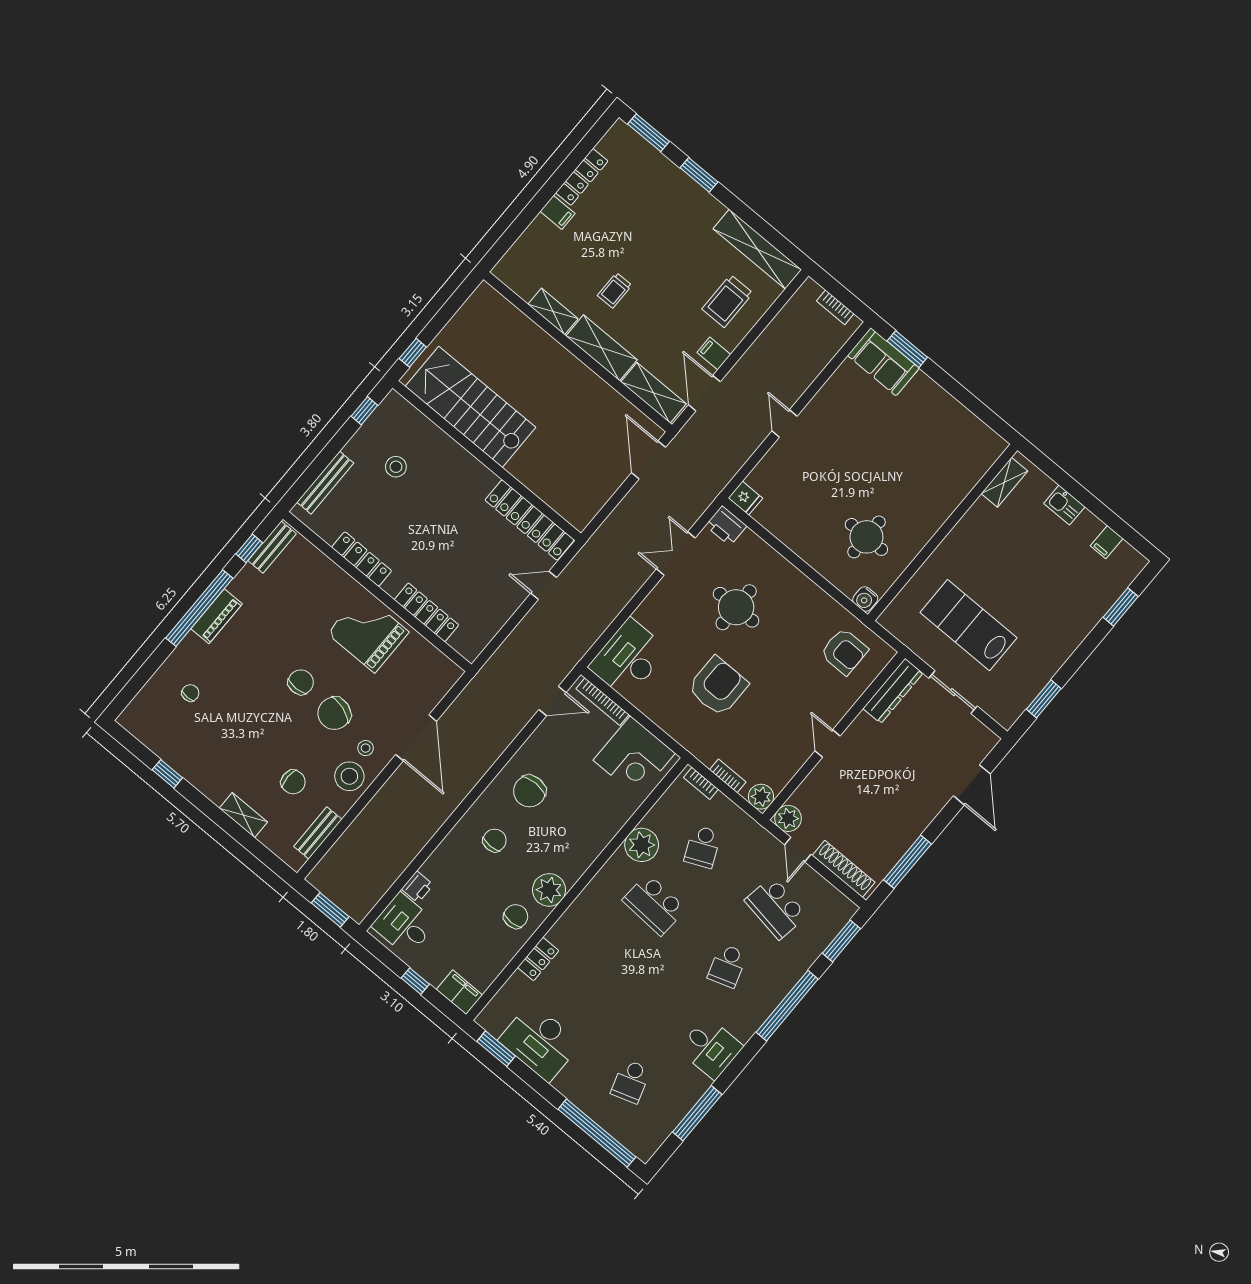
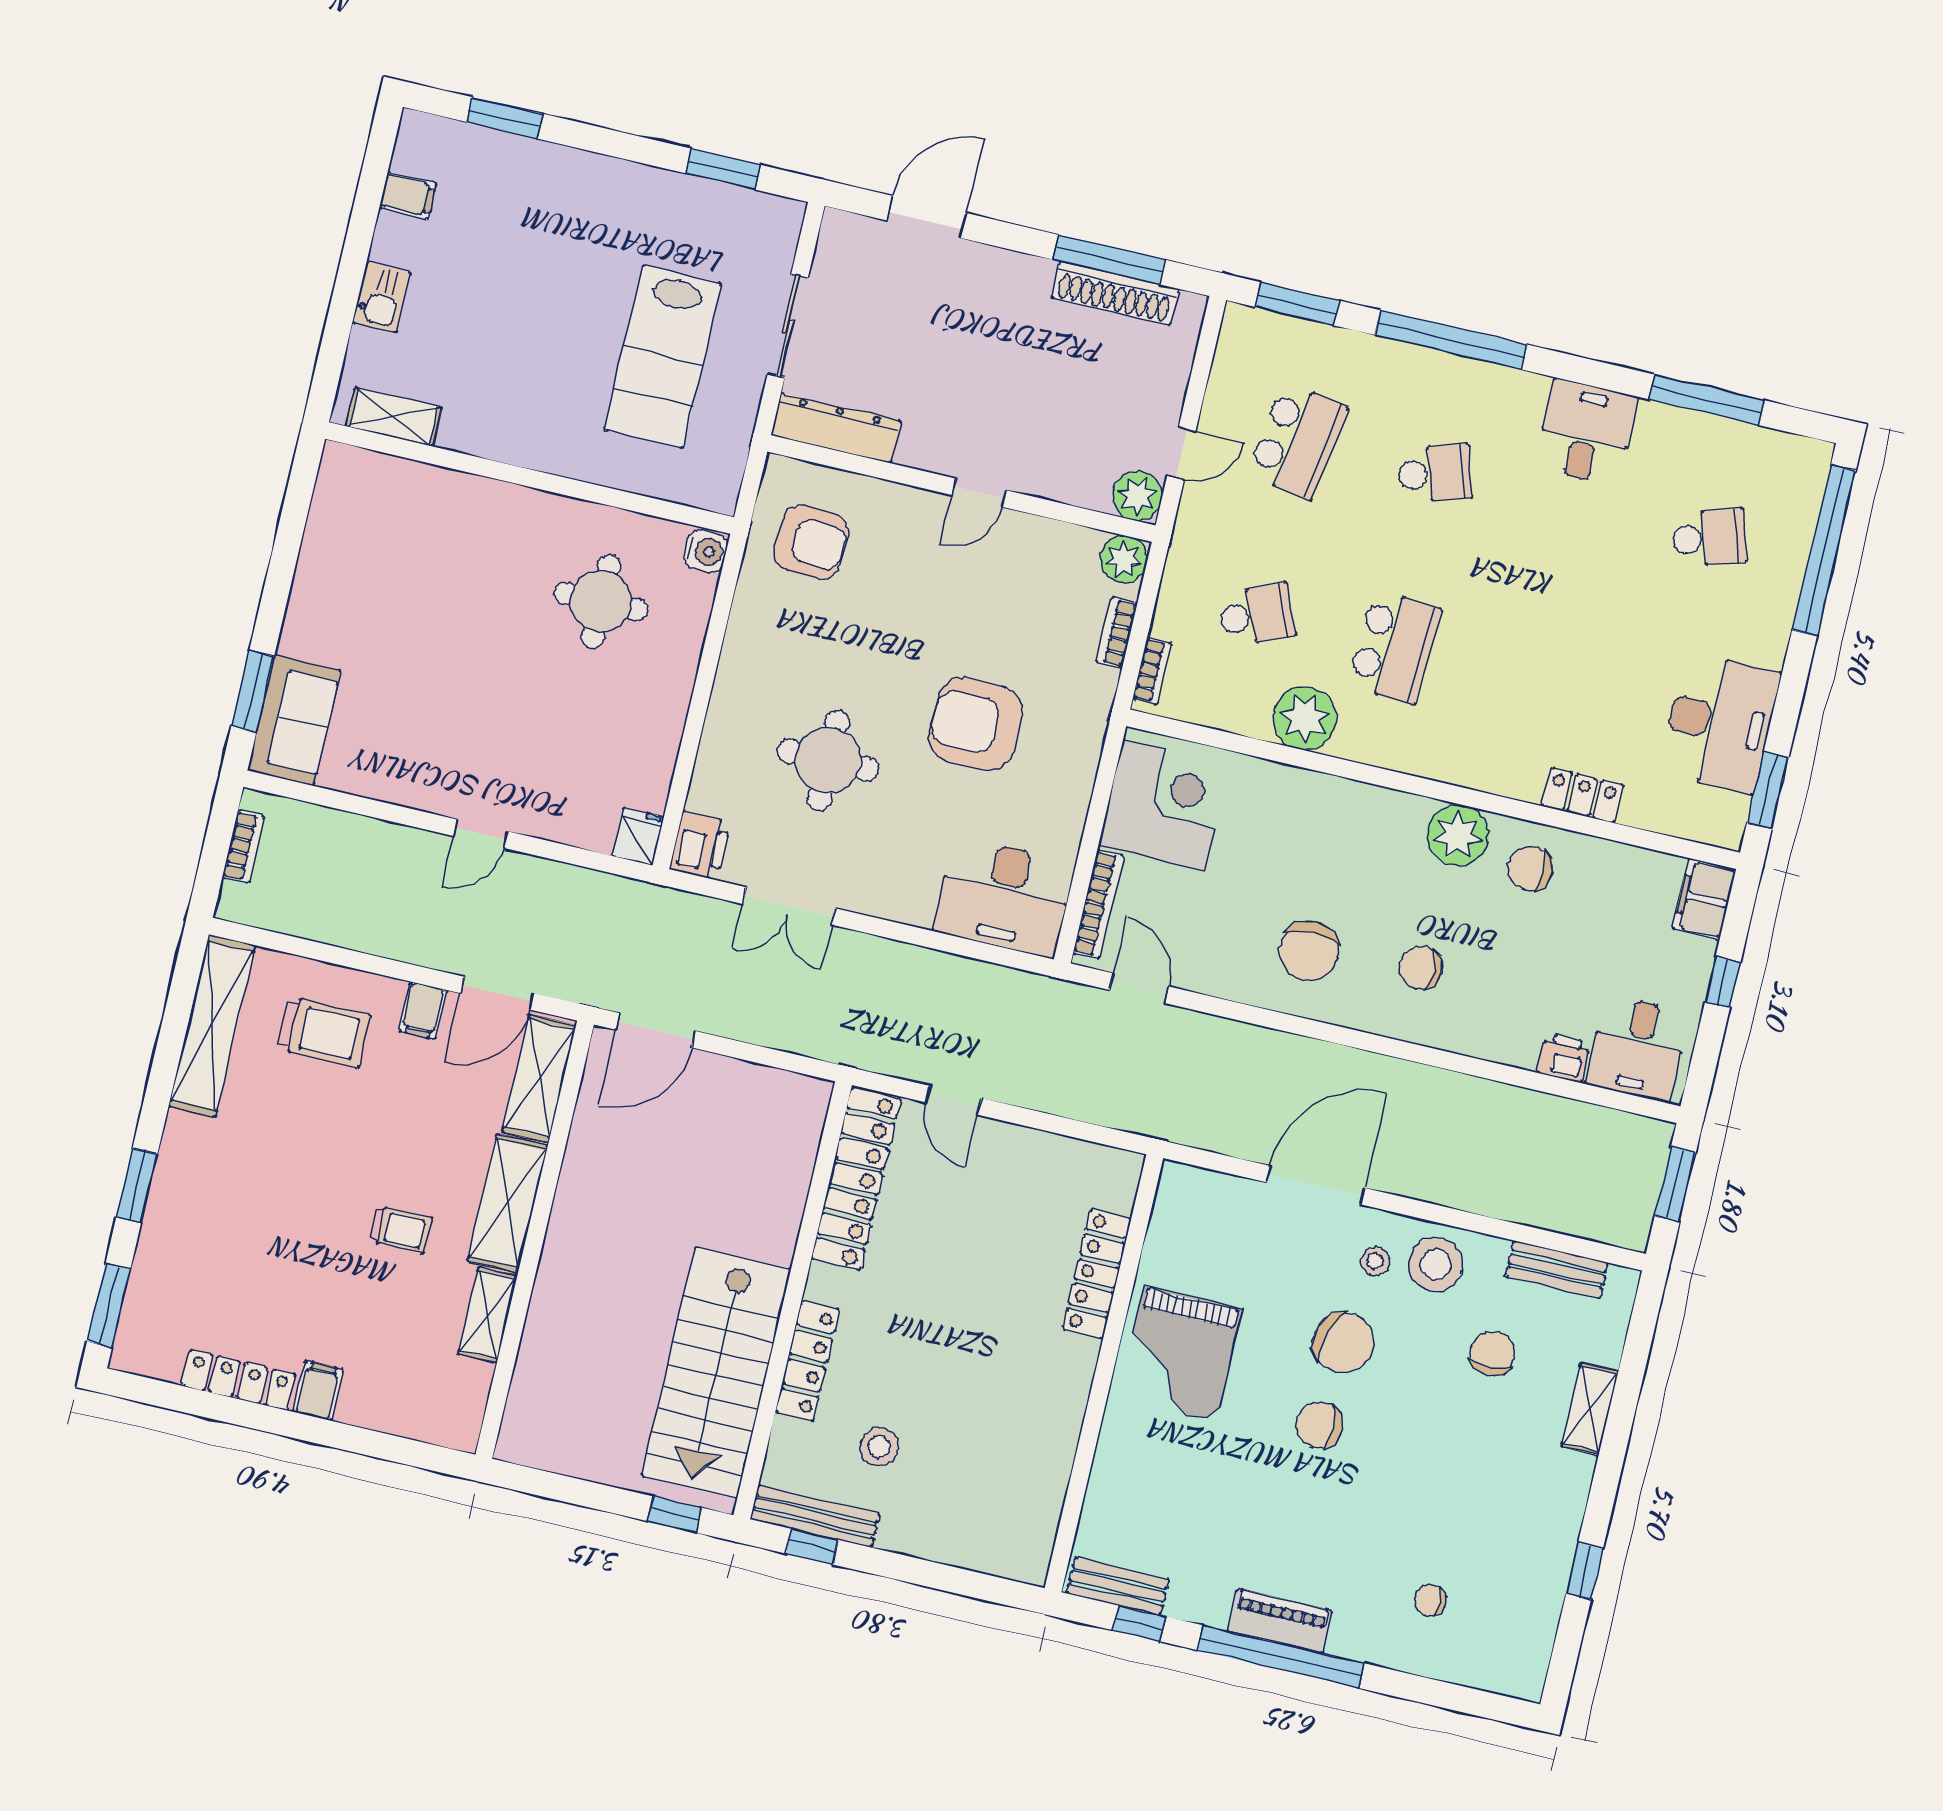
bench: (325, 483) -> (815, 1516), moved
locker: (362, 559) -> (807, 1361), moved, turned 180
armchair: (844, 651) -> (811, 542), turned 93
chair: (530, 791) -> (1309, 951), turned 90
shoe rack: (844, 869) -> (1115, 293), moved, turned -90

